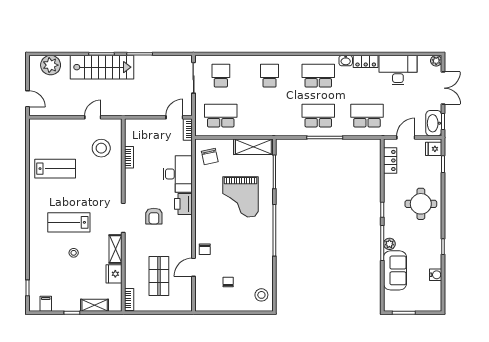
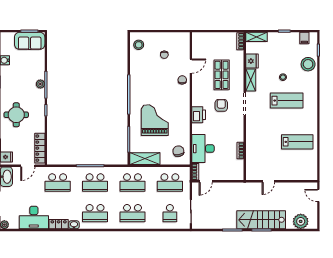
school desk: (270, 76) -> (132, 213), width x1.85
school desk: (270, 116) -> (132, 183), added
stool: (101, 148) -> (308, 64), moved
locker: (390, 160) -> (40, 148), width x1.53
lab bench: (55, 169) -> (297, 142), turned 180
desk: (178, 174) -> (203, 149), moved
sofa: (395, 270) -> (30, 41), moved, turned -90
shop shelf: (159, 276) -> (222, 75), moved
shelving: (95, 305) -> (256, 37), moved

